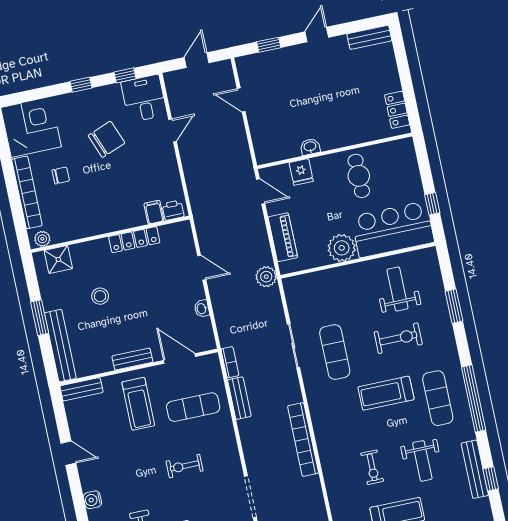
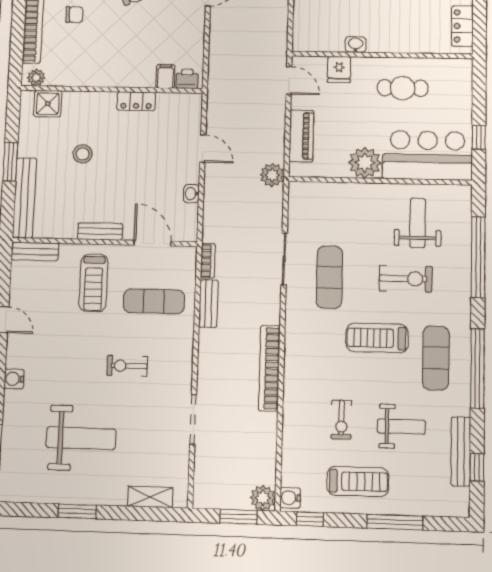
cafe table: (359, 176) -> (403, 88), turned 90
locker: (134, 240) -> (136, 101), width x0.66
window: (454, 306) -> (478, 257), width x2.11
weight bench: (422, 461) -> (401, 427), turned -90

